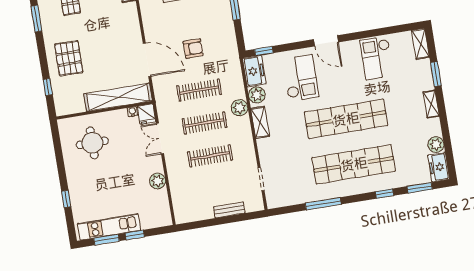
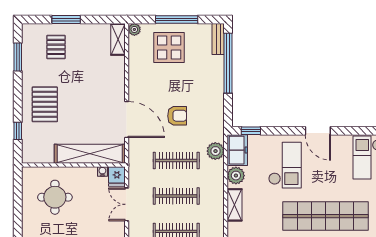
plant: (239, 108) -> (215, 151), moved

